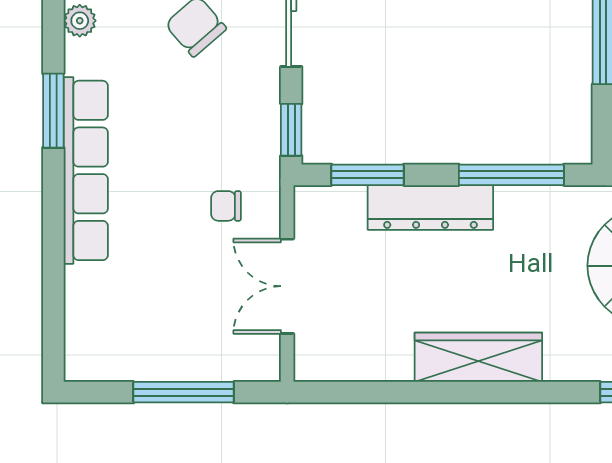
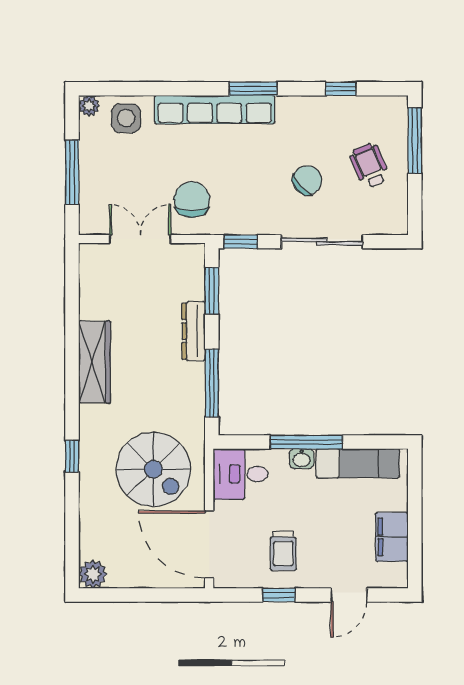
plant: (80, 21) -> (89, 106), moved
chair: (226, 206) -> (192, 200), width x1.87, depth x1.87
dresser: (430, 207) -> (194, 331), width x0.73, depth x0.80
side table: (99, 308) -> (126, 118), added

